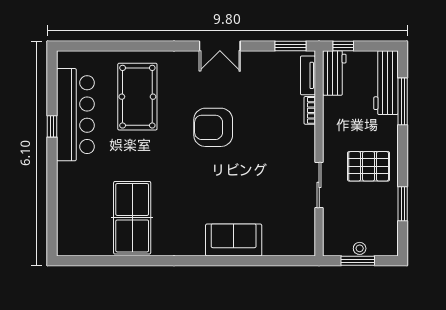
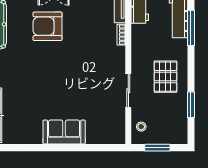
armchair: (213, 127) -> (48, 26), moved
pallet: (369, 166) -> (165, 77), turned 90
stool: (360, 248) -> (141, 127), moved

